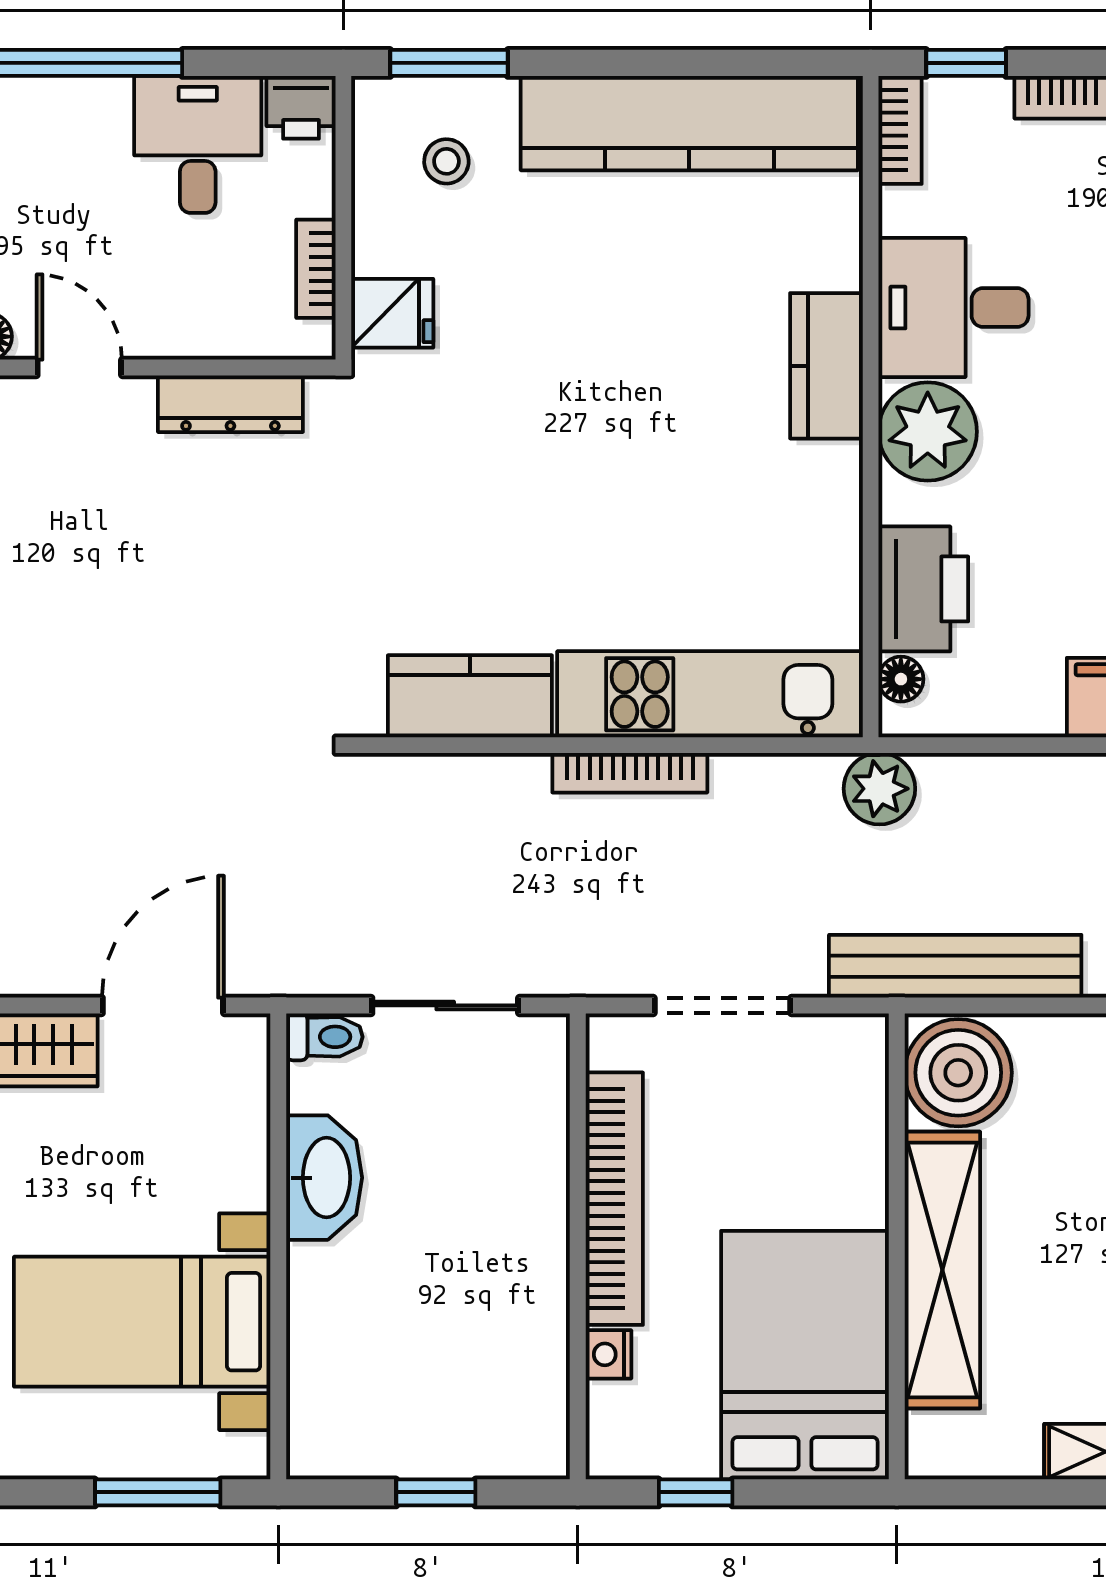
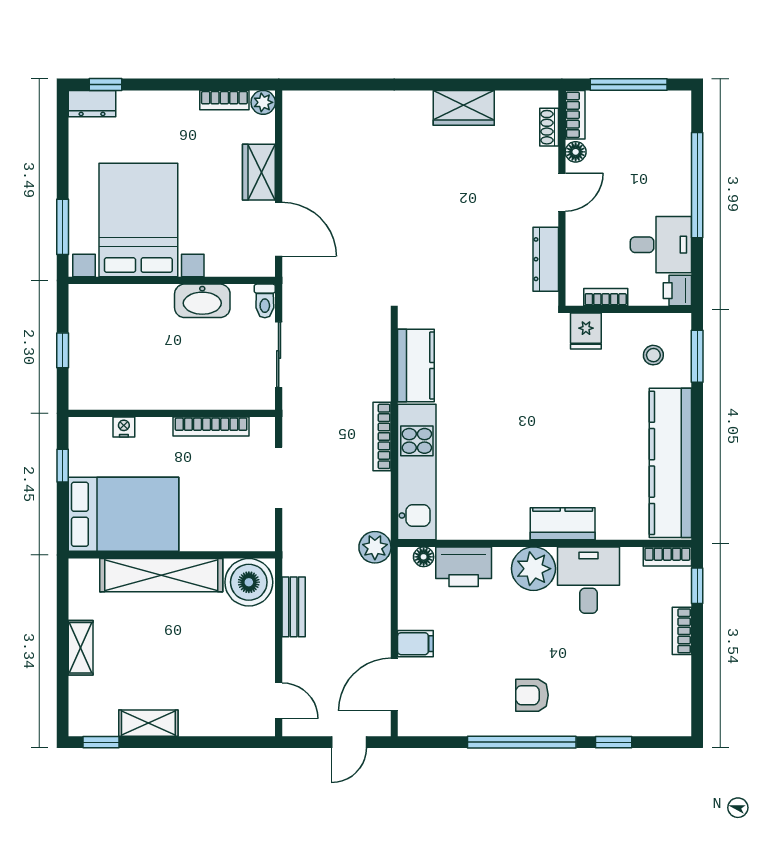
bench: (955, 966) -> (294, 607), width x0.54, depth x0.82
bookcase: (614, 1199) -> (211, 427), width x0.68, depth x0.76
bed with nightstands: (142, 1322) -> (138, 220), width x1.36

